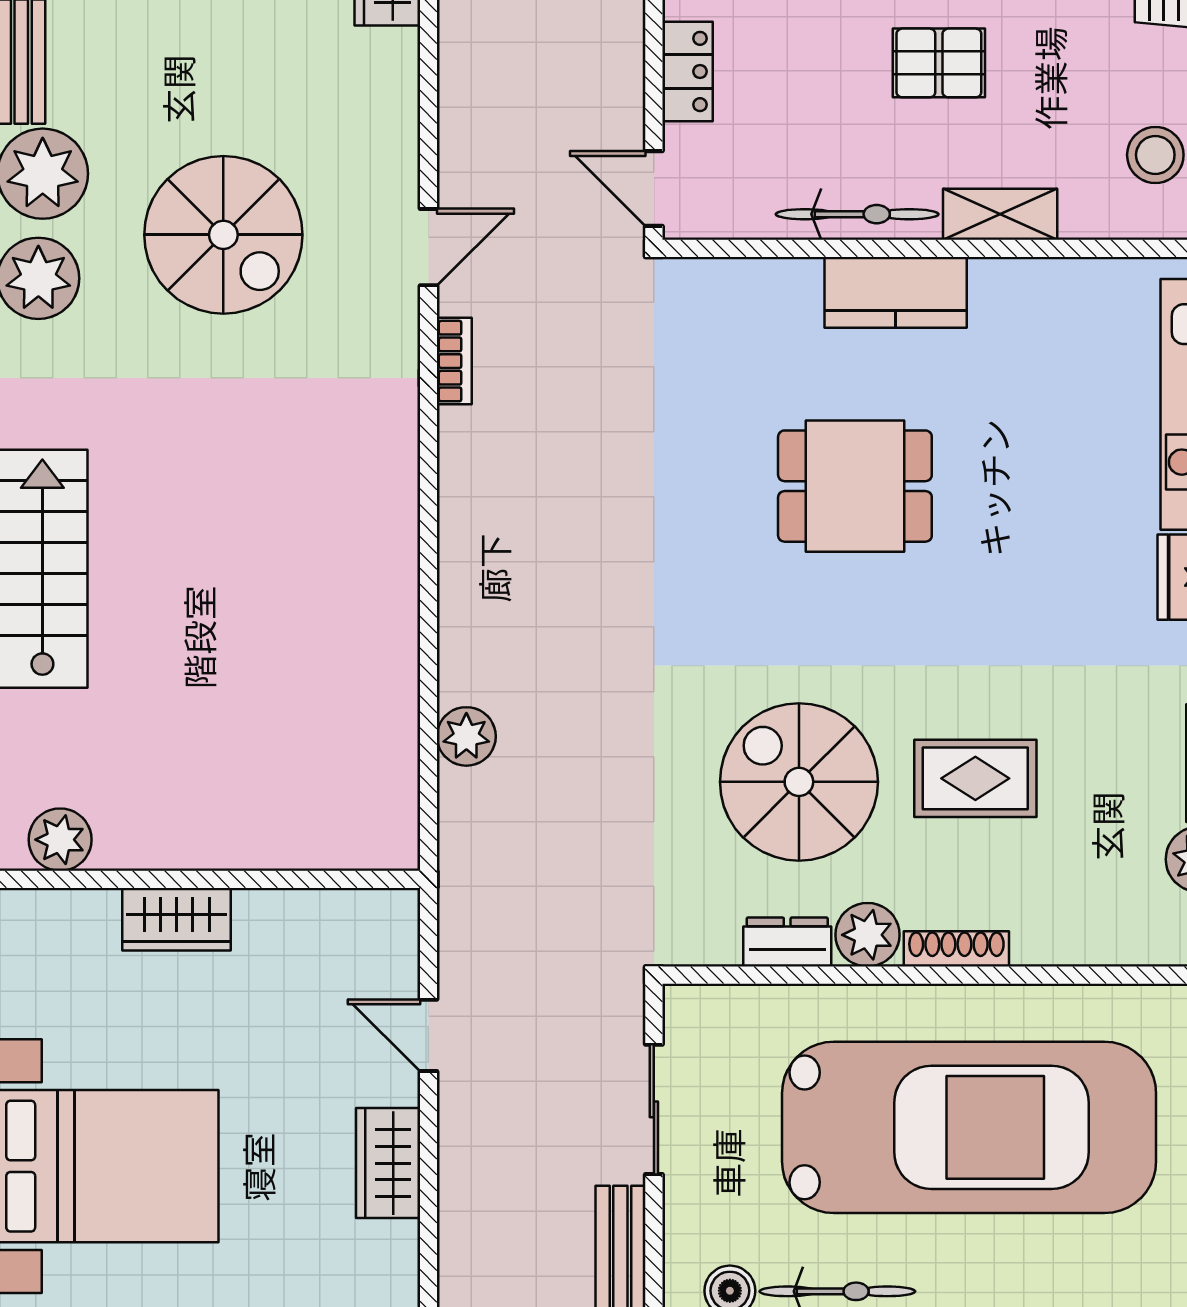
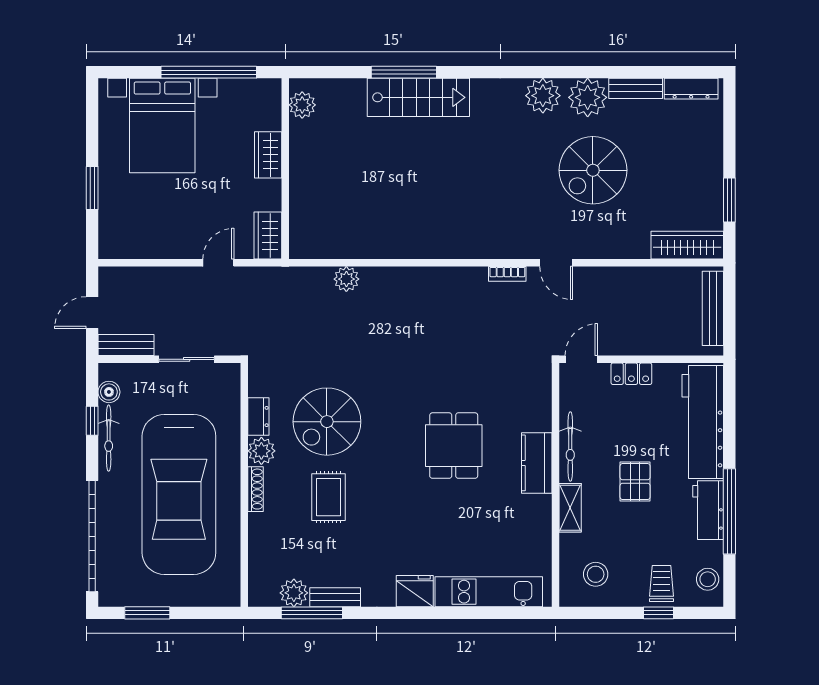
spiral stairs: (223, 235) -> (593, 170), moved
spiral stairs: (799, 782) -> (327, 422), turned 180
wardrobe: (388, 1163) -> (268, 236), moved, turned -90

